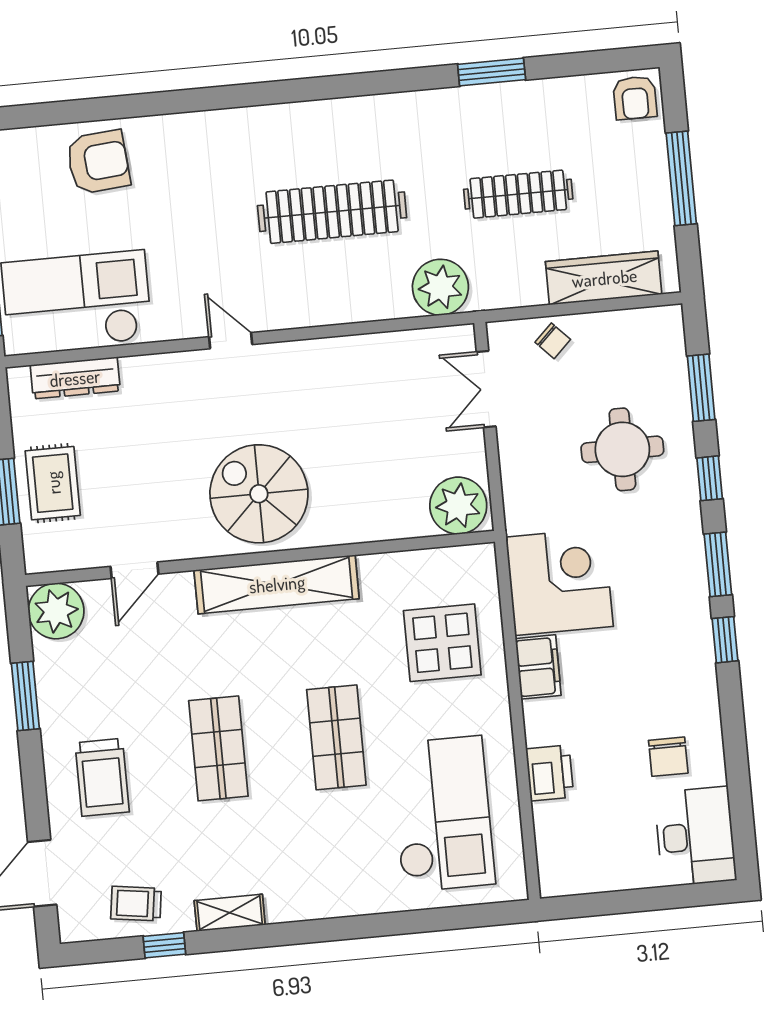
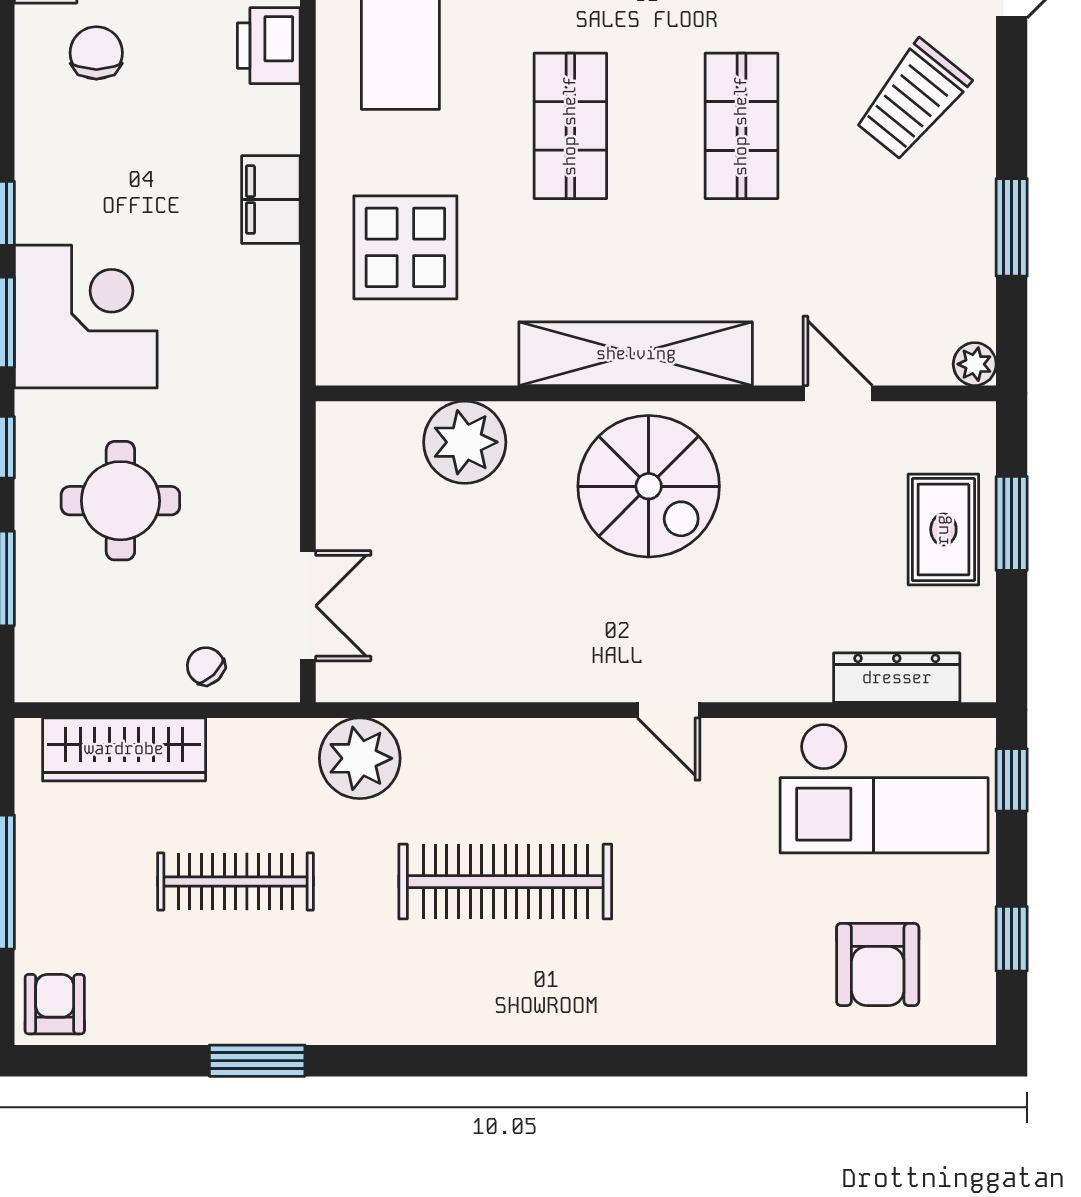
armchair: (98, 162) -> (878, 964), moved, turned -85
plant: (458, 506) -> (465, 442), moved
door: (134, 570) -> (838, 393), hinge flipped
corner desk: (560, 582) -> (86, 317), moved, turned 180
plant: (56, 611) -> (975, 364), width x0.53, depth x0.53
trolley: (102, 777) -> (912, 100), turned -141

